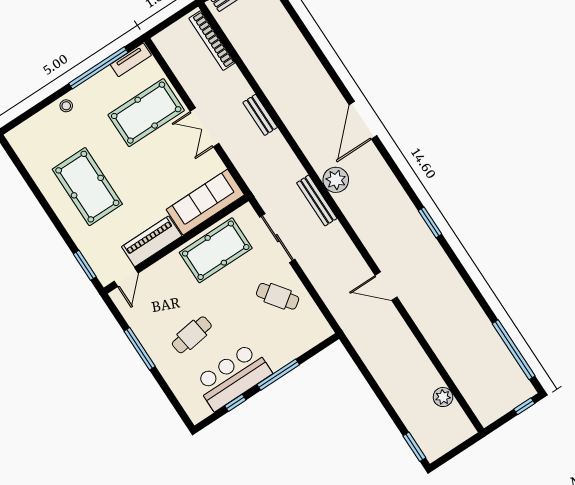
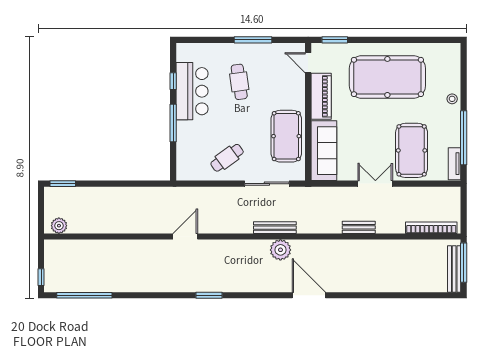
pool table: (87, 187) -> (387, 77), width x1.36, depth x1.32
plant: (443, 397) -> (59, 226), moved

